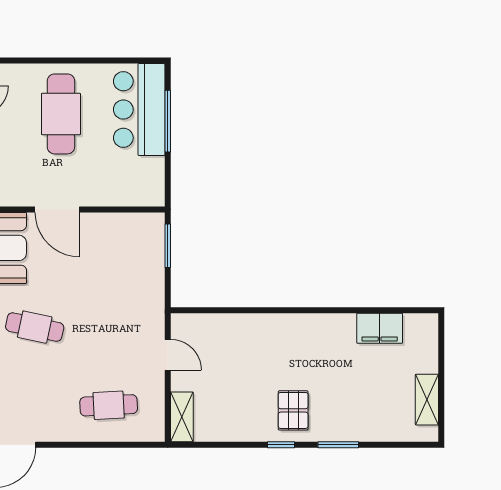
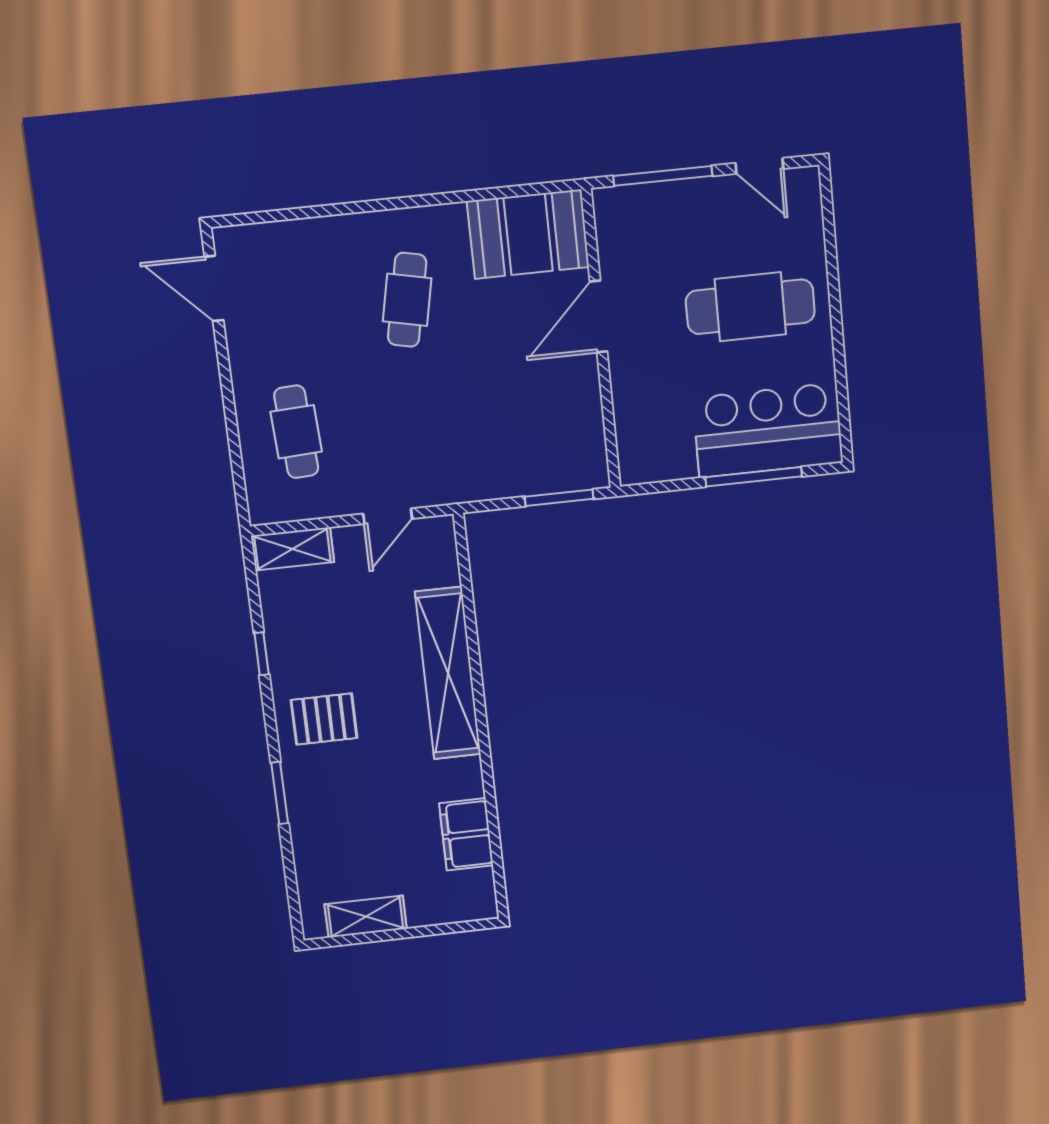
shelving: (272, 328) -> (448, 673), added
window: (281, 445) -> (262, 654), moved

